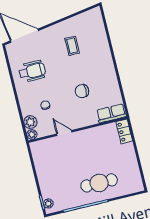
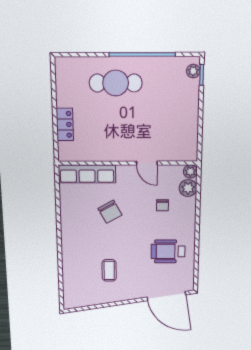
chair: (82, 91) -> (110, 212), turned 61
row of seats: (111, 113) -> (87, 174), width x1.48
locker: (124, 131) -> (65, 124), moved

